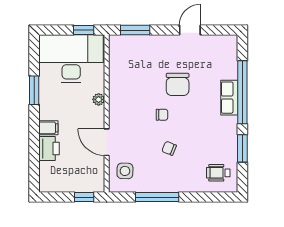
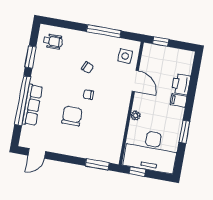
door: (190, 30) -> (37, 153), moved
row of seats: (229, 98) -> (32, 105), width x1.48

